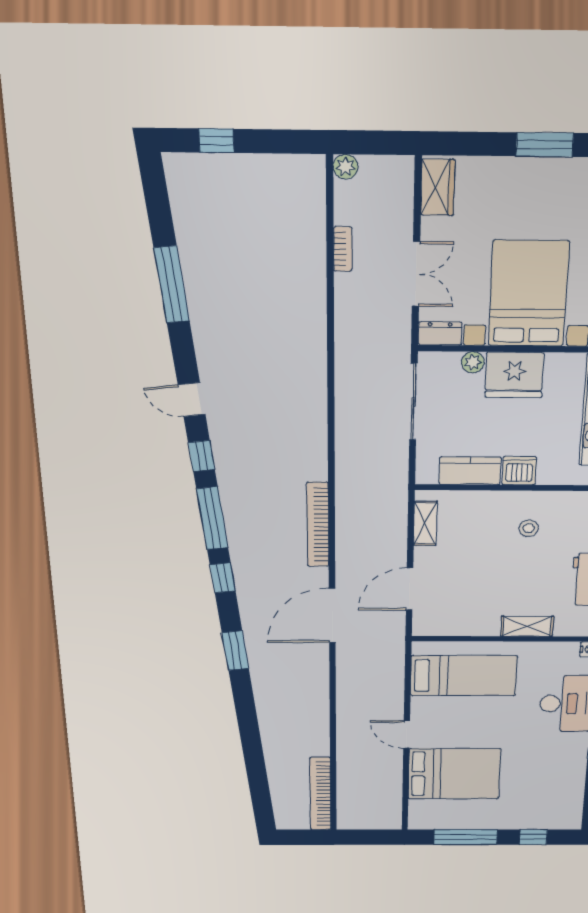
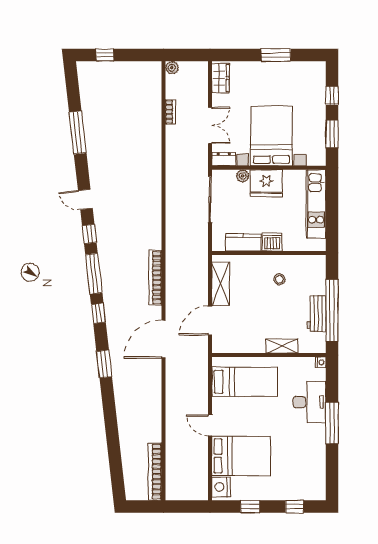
shelving: (425, 523) -> (221, 284), width x1.50, depth x1.33
nightstand: (422, 813) -> (221, 487), added
window: (466, 837) -> (250, 507), width x0.46

